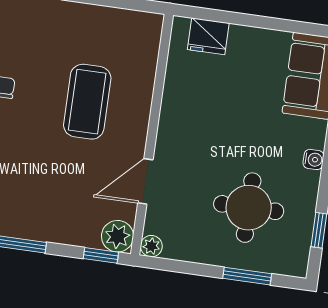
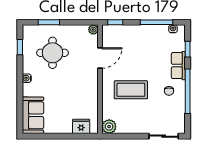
coffee table: (87, 102) -> (131, 90), turned 90
plant: (117, 236) -> (109, 127), moved

